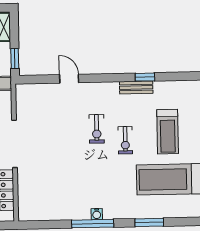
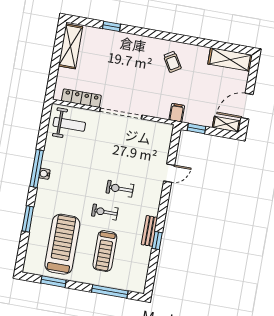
treadmill: (168, 132) -> (105, 251), turned -90
weight bench: (38, 198) -> (69, 124), added

